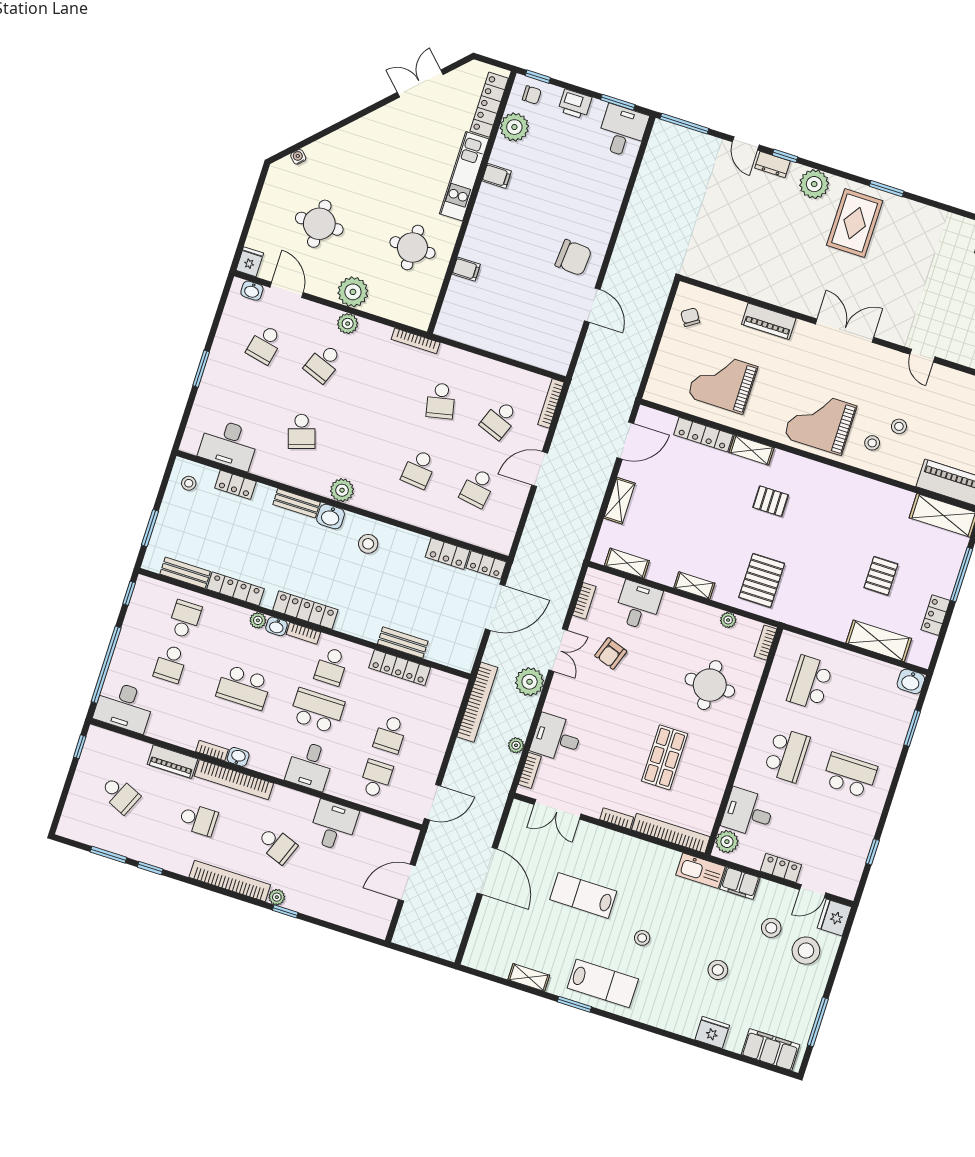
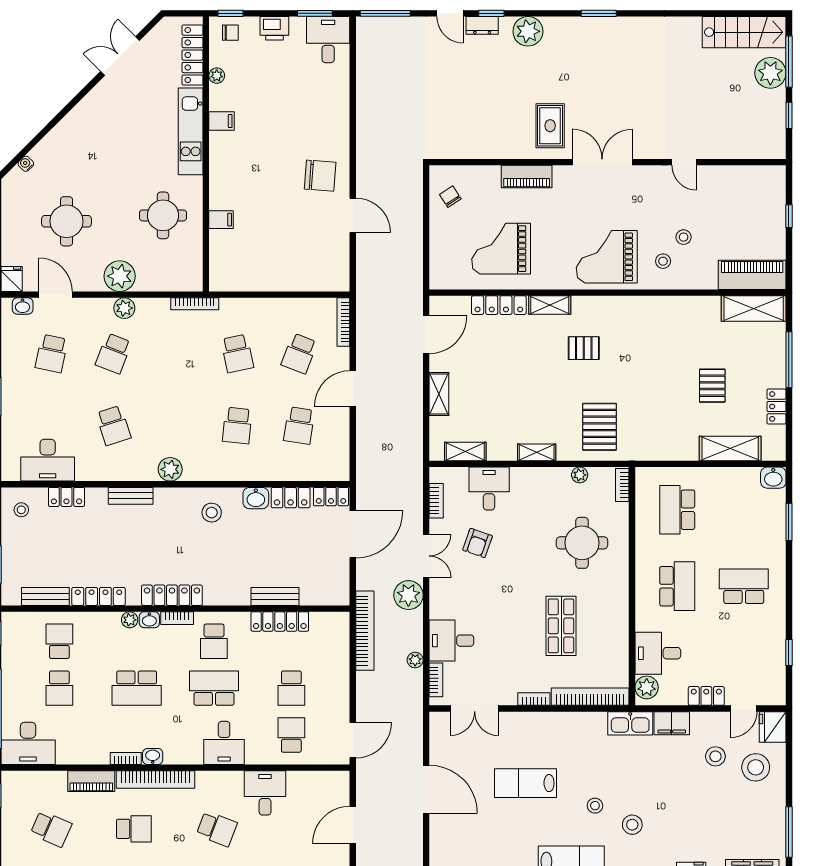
plant: (514, 127) -> (217, 76), width x0.53, depth x0.53
rug: (855, 223) -> (550, 126), moved, width x0.73, depth x0.70
washbasin: (331, 517) -> (256, 498), moved
stool: (718, 970) -> (632, 825), moved

